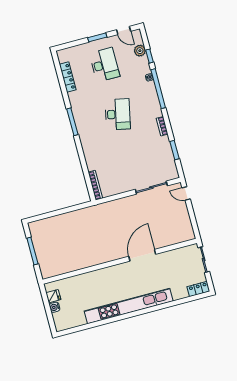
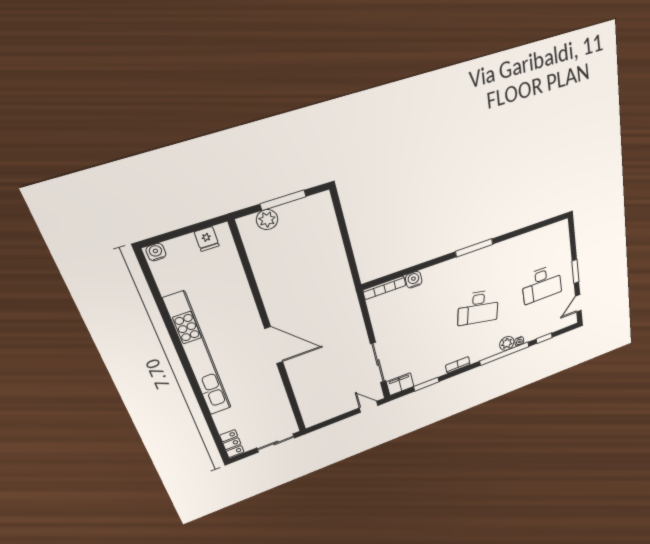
plant: (140, 51) -> (507, 343), moved
locker: (68, 77) -> (533, 237), removed
water cooler: (92, 165) -> (414, 280), added
filing cabinet: (171, 170) -> (400, 384), added
door: (186, 193) -> (369, 407), hinge flipped
door: (142, 255) -> (274, 345), moved
plant: (44, 261) -> (267, 220), added
water cooler: (55, 307) -> (156, 252), moved

